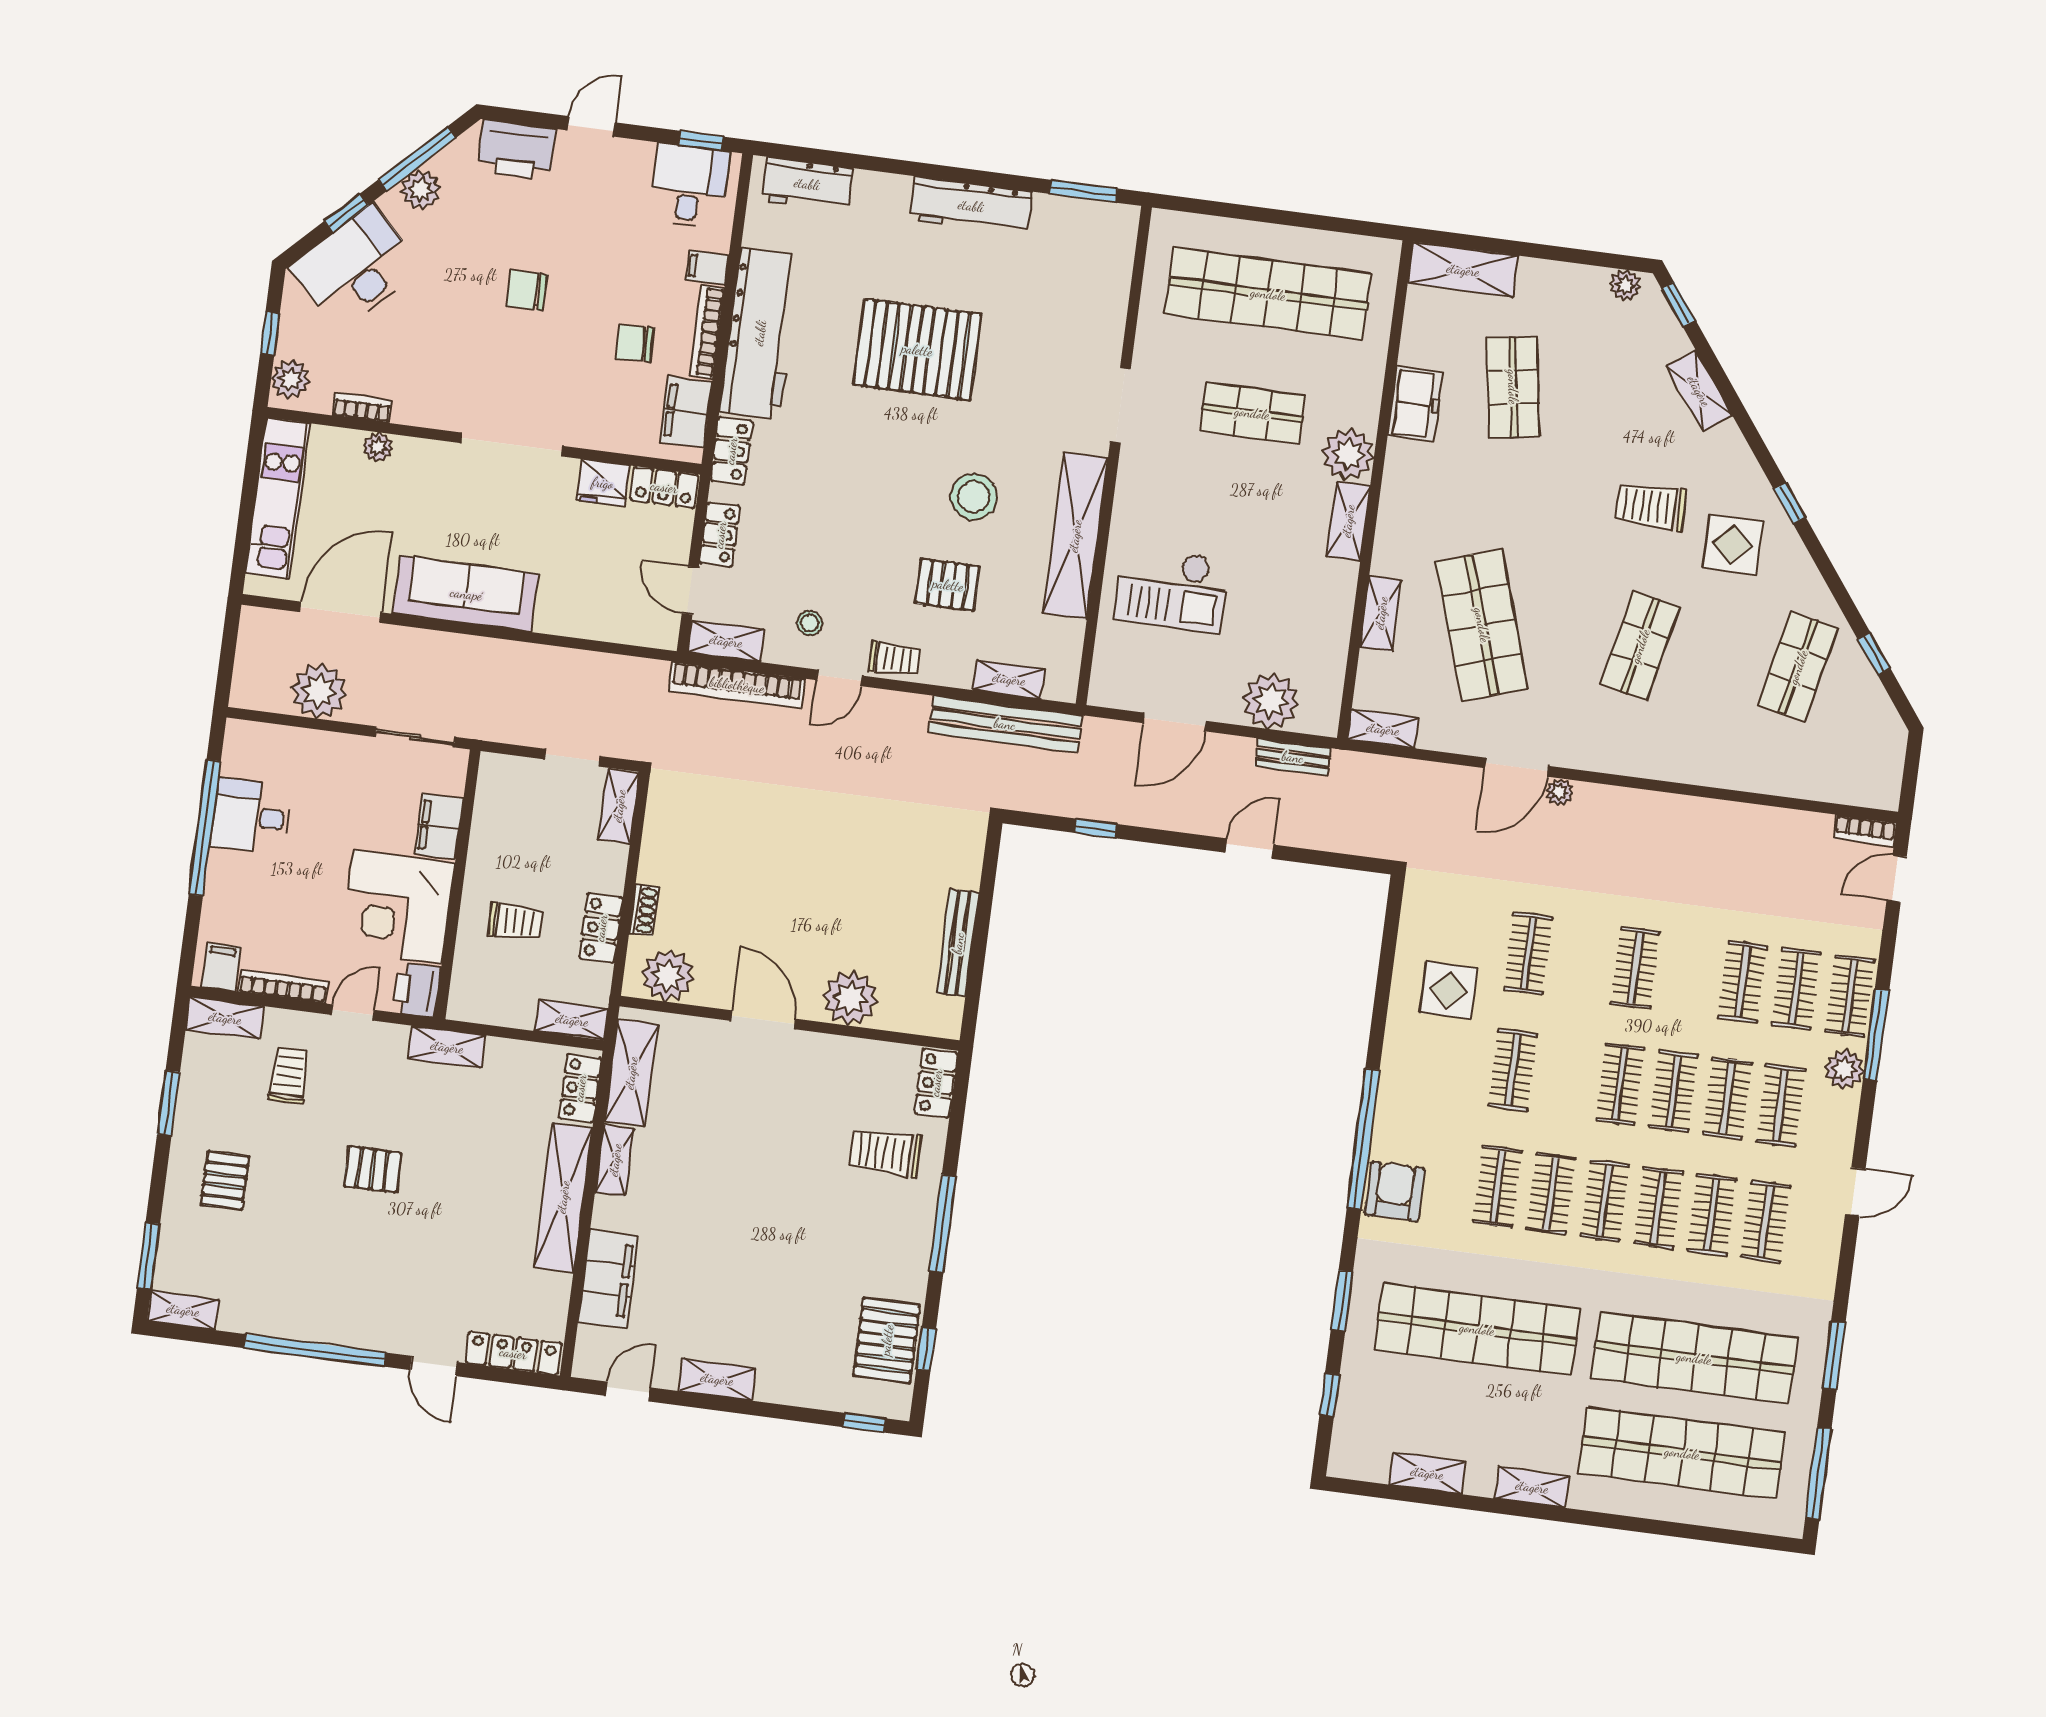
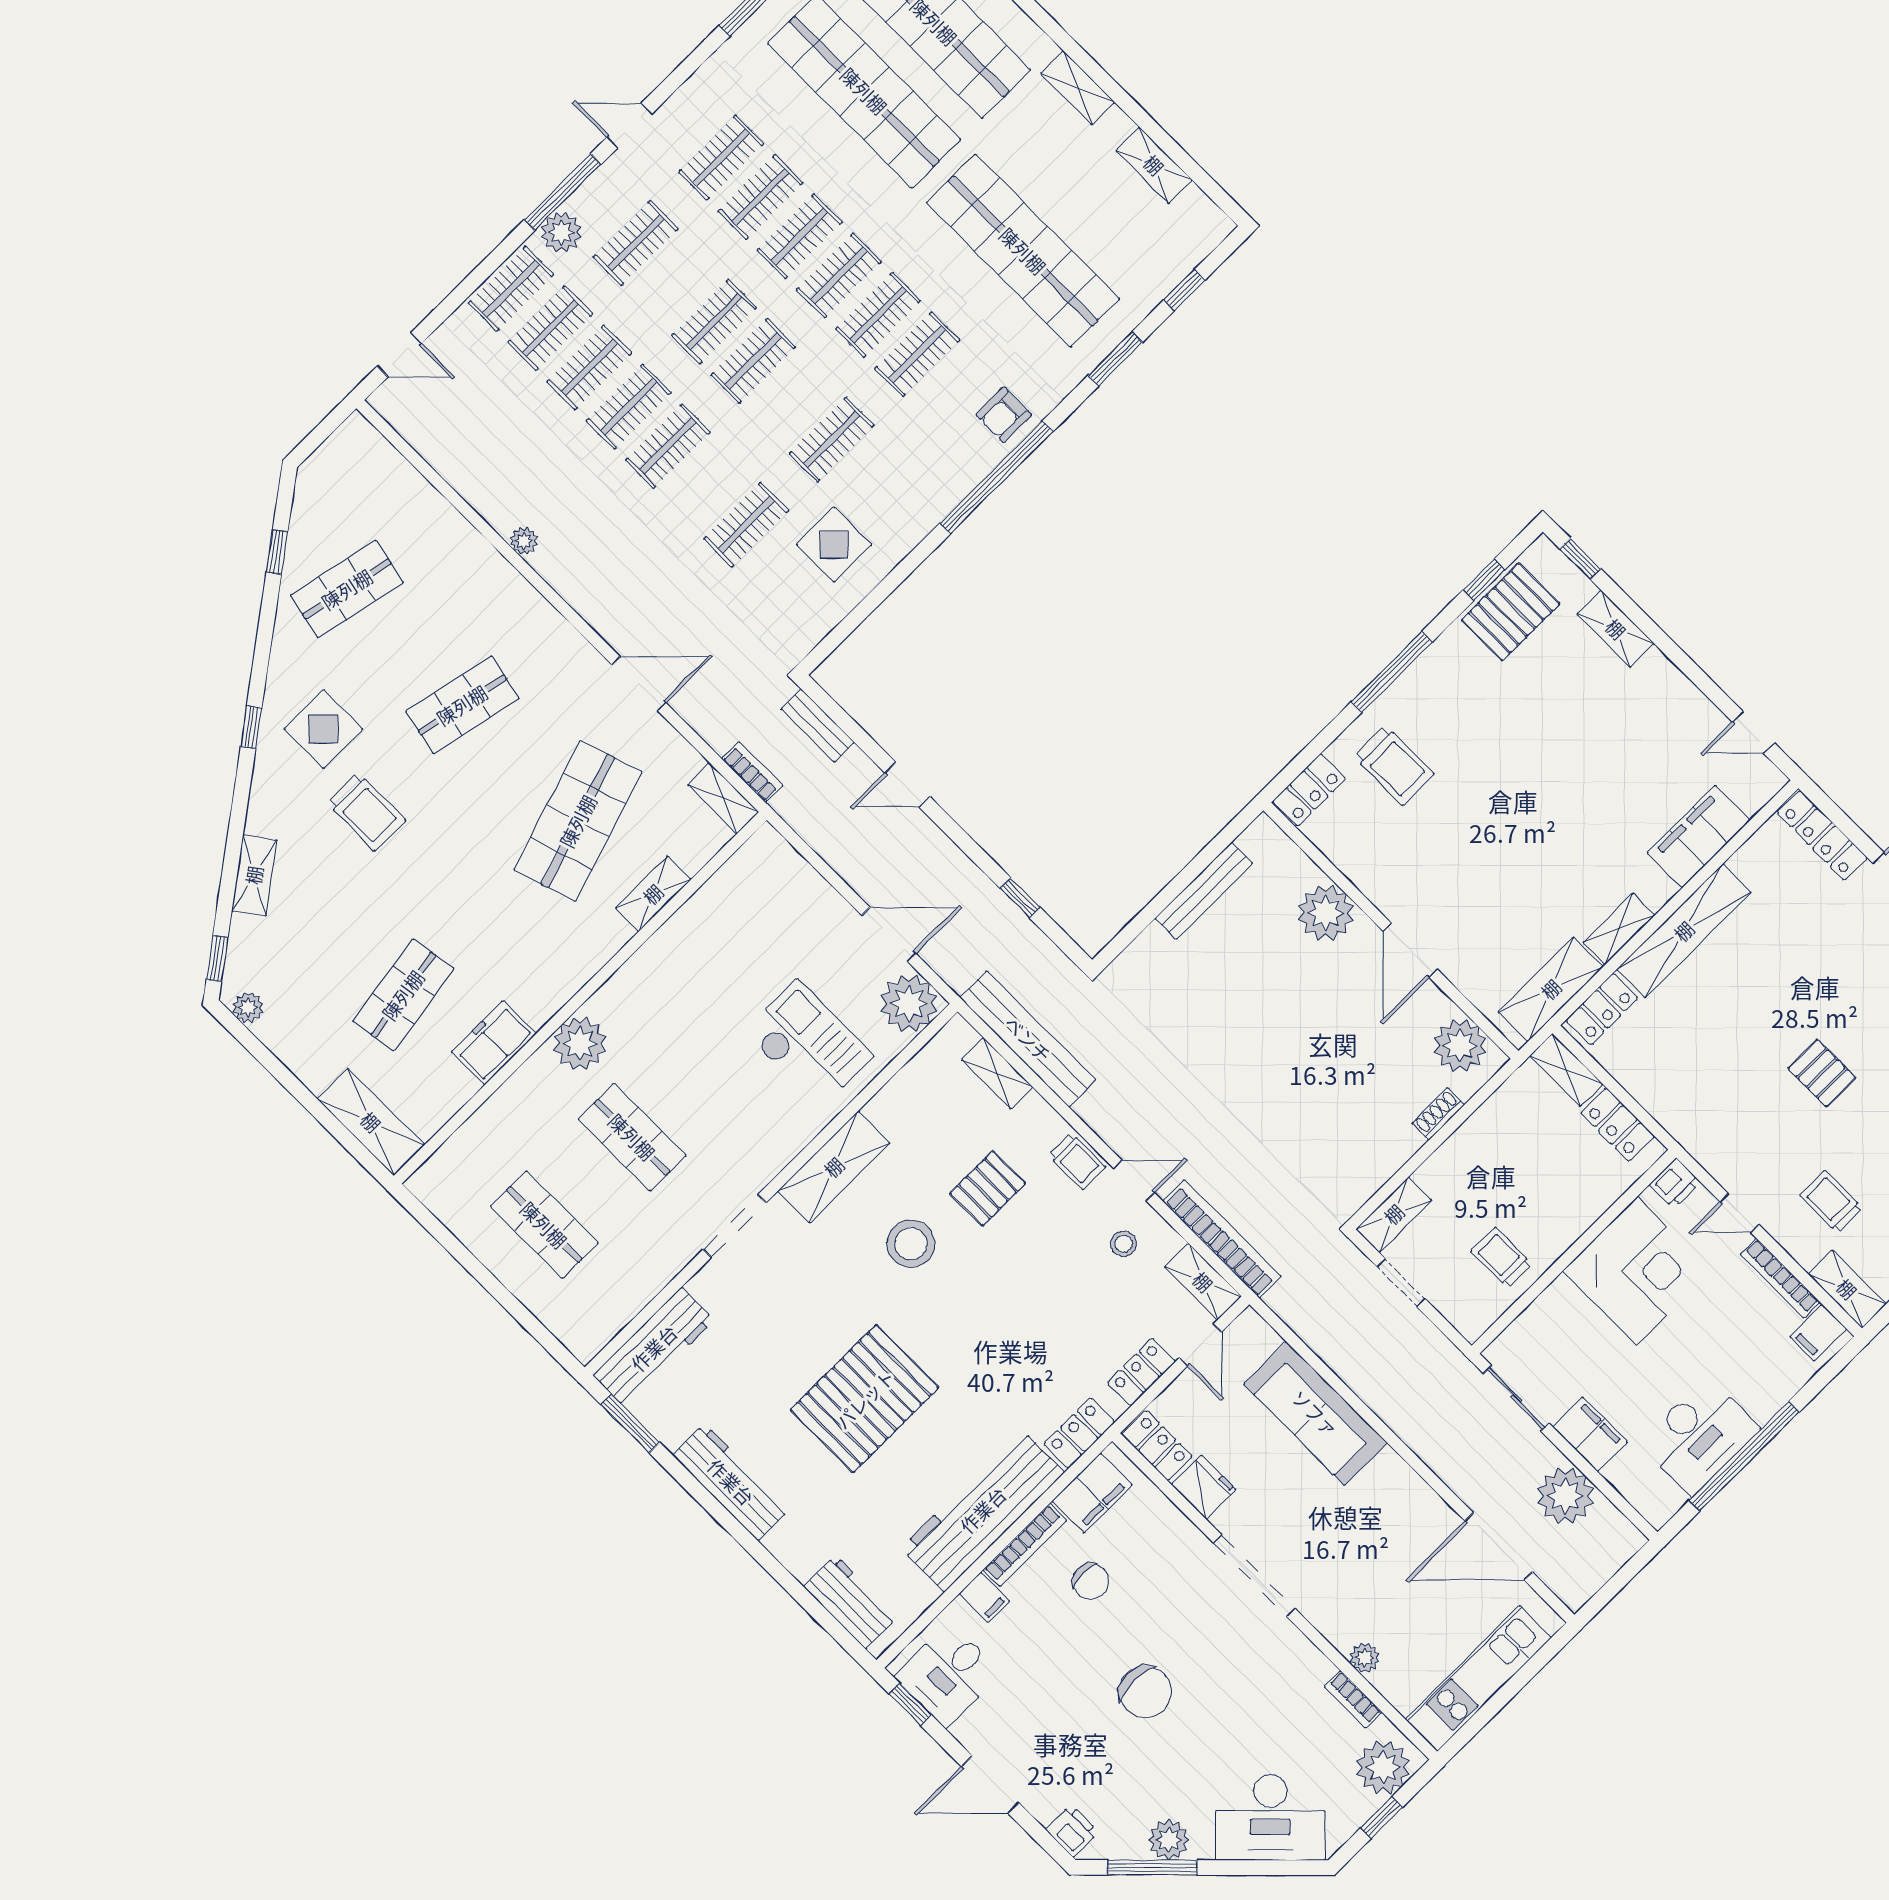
door: (591, 126) -> (990, 1785), width x1.38
printer: (517, 150) -> (1072, 1831), width x0.53, depth x0.68
window: (346, 213) -> (1244, 1868), removed
workbench: (1111, 263) -> (654, 1348), added
chair: (527, 290) -> (1145, 1692), width x1.37, depth x1.37
shop shelf: (1268, 294) -> (544, 1225), width x0.50, depth x0.74
pallet: (917, 350) -> (865, 1399), turned 90
plant: (290, 379) -> (1383, 1767), width x1.36, depth x1.36
shelving: (1348, 521) -> (622, 989), removed
shelving: (1075, 536) -> (834, 1167), width x0.68
pallet: (948, 585) -> (988, 1188), turned 90
sofa: (466, 594) -> (1315, 1413), moved
trolley: (895, 659) -> (1077, 1161), turned 180
plant: (1271, 701) -> (909, 1004), moved
bench: (1293, 757) -> (818, 726), moved
plant: (1560, 792) -> (524, 541), moved
desk: (251, 817) -> (1699, 1436), width x1.37
filing cabinet: (439, 826) -> (1590, 1434), moved, turned -90
bookcase: (1865, 831) -> (752, 772), moved
trolley: (516, 922) -> (1501, 1258), moved
locker: (601, 928) -> (1618, 1125), moved, turned 90
printer: (417, 990) -> (1675, 1183), width x0.73, depth x0.81
window: (1876, 1035) -> (563, 192), moved
shelving: (447, 1047) -> (1685, 1126), removed
trolley: (289, 1076) -> (1831, 1202), turned 90
clothes rail: (1727, 1098) -> (629, 407), moved
armchair: (1395, 1191) -> (1004, 415), width x0.72, depth x0.72
shelving: (717, 1379) -> (1616, 629), moved

